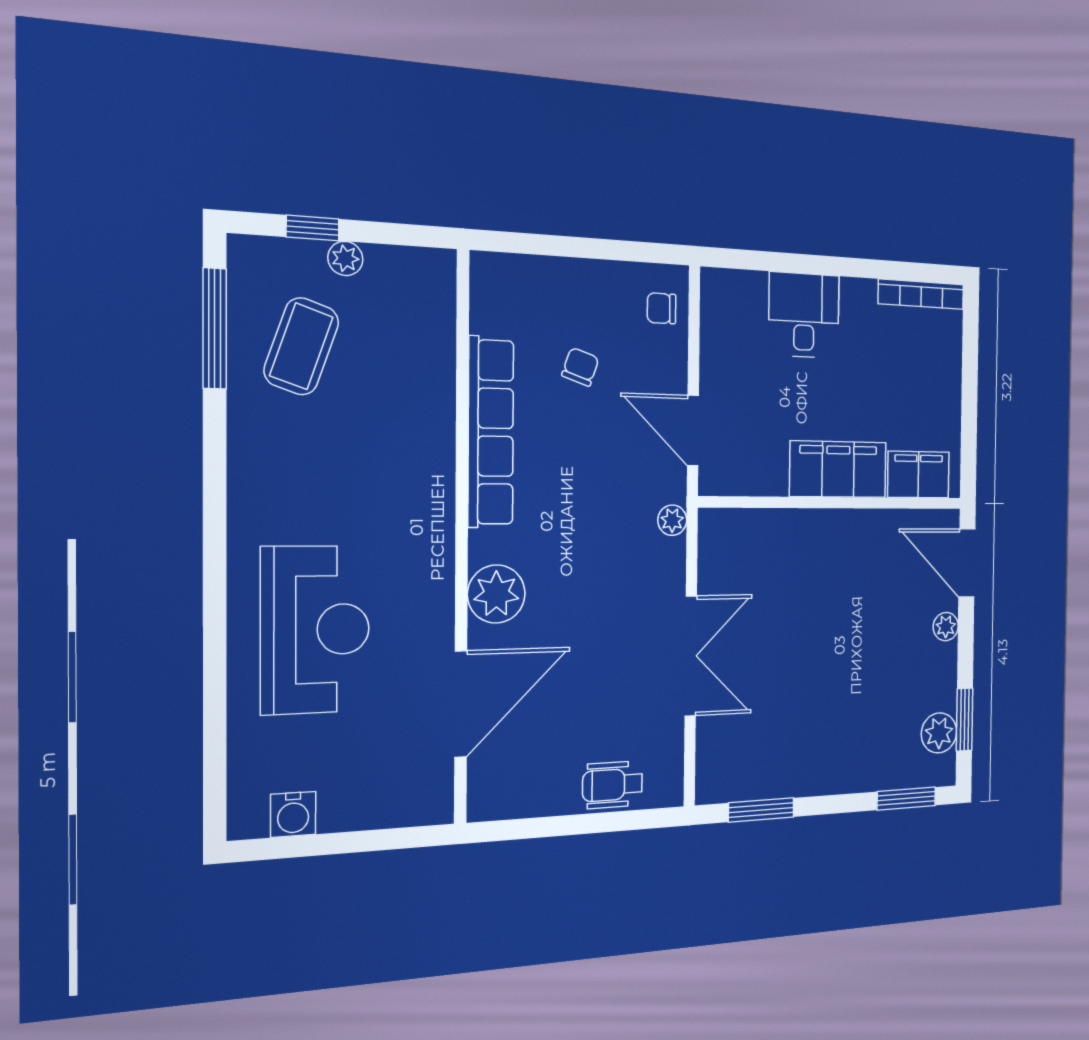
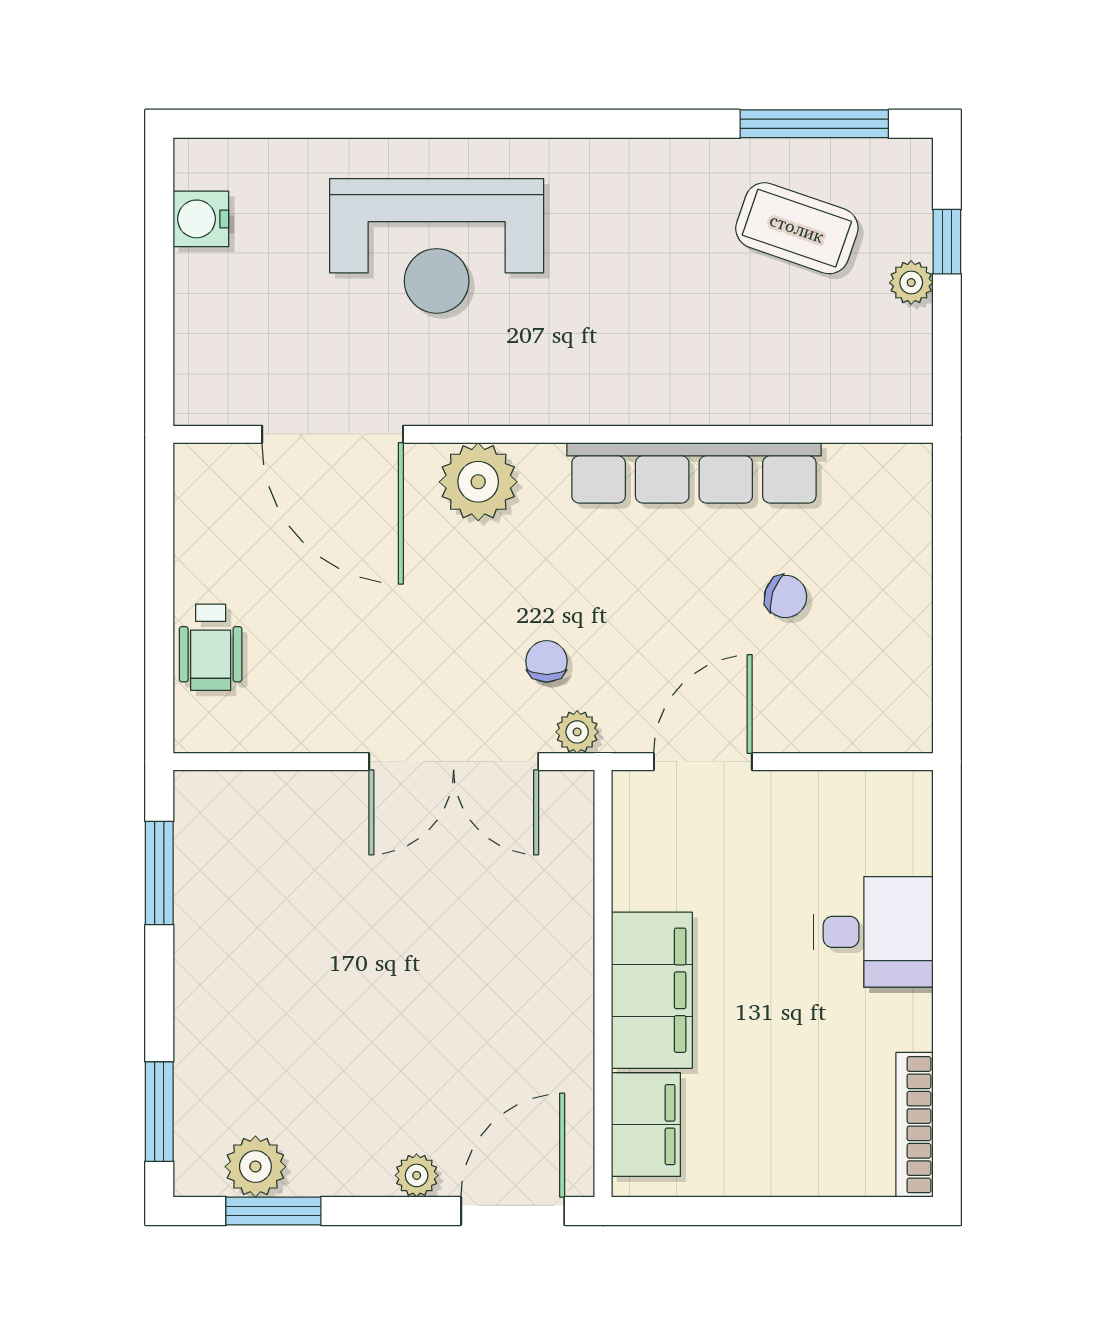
chair: (662, 308) -> (547, 661), moved
double door: (691, 656) -> (454, 762), moved
wheelchair: (613, 785) -> (211, 647), turned 180

